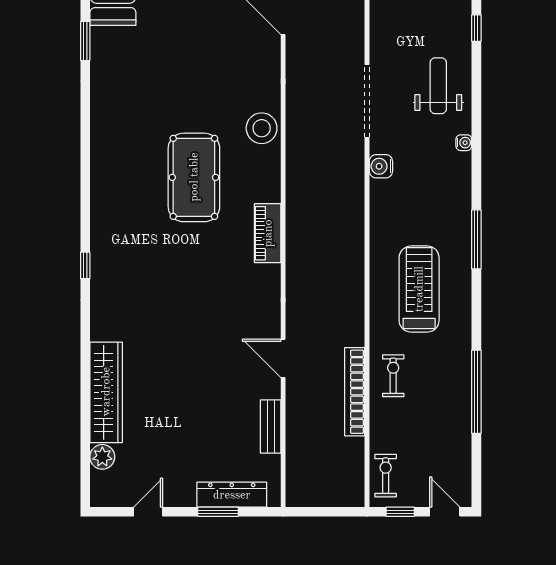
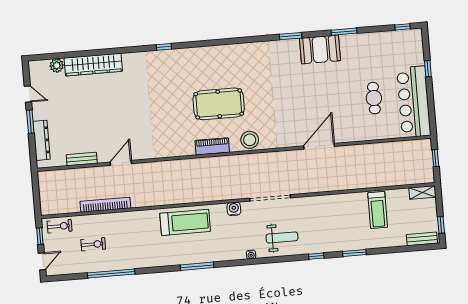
piano: (268, 233) -> (212, 146), moved
treadmill: (419, 289) -> (185, 222), moved
exercise bike: (393, 376) -> (93, 244), moved
window: (218, 512) -> (30, 122), moved

